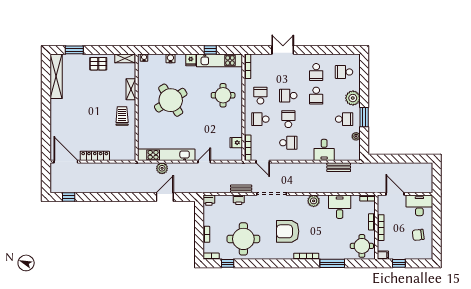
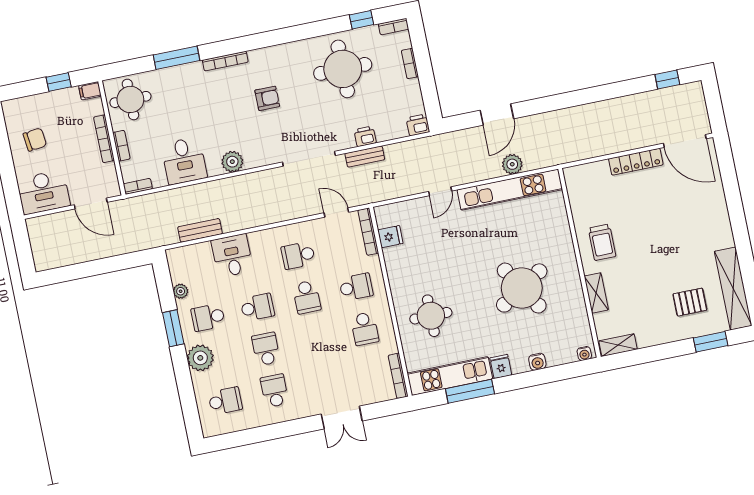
window: (210, 50) -> (470, 391), width x2.17
pallet: (98, 64) -> (690, 302), moved
school desk: (288, 96) -> (257, 307), moved
armchair: (288, 231) -> (267, 98), width x0.53, depth x0.53

